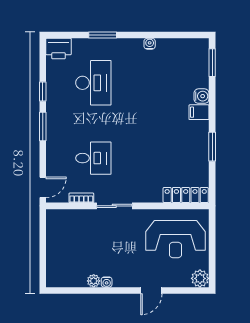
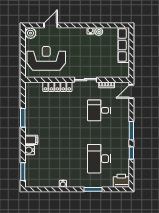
locker: (186, 195) -> (57, 87), moved
row of seats: (55, 260) -> (124, 45), added
door: (151, 291) -> (51, 25), moved

